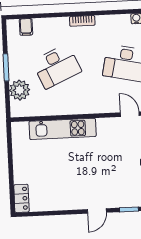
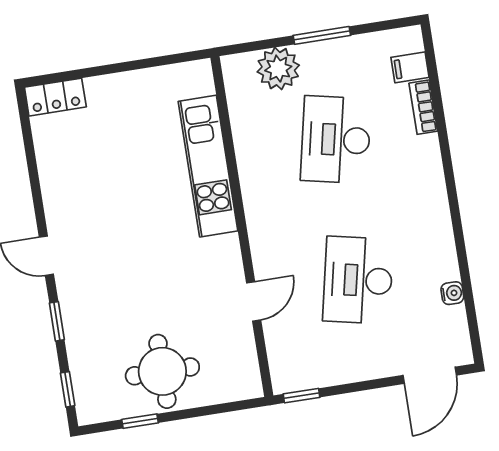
bookcase: (82, 21) -> (423, 107), moved
desk: (57, 66) -> (336, 140), turned 36

